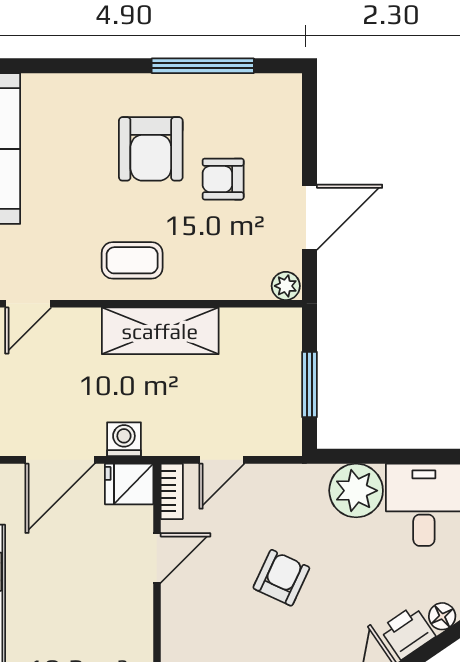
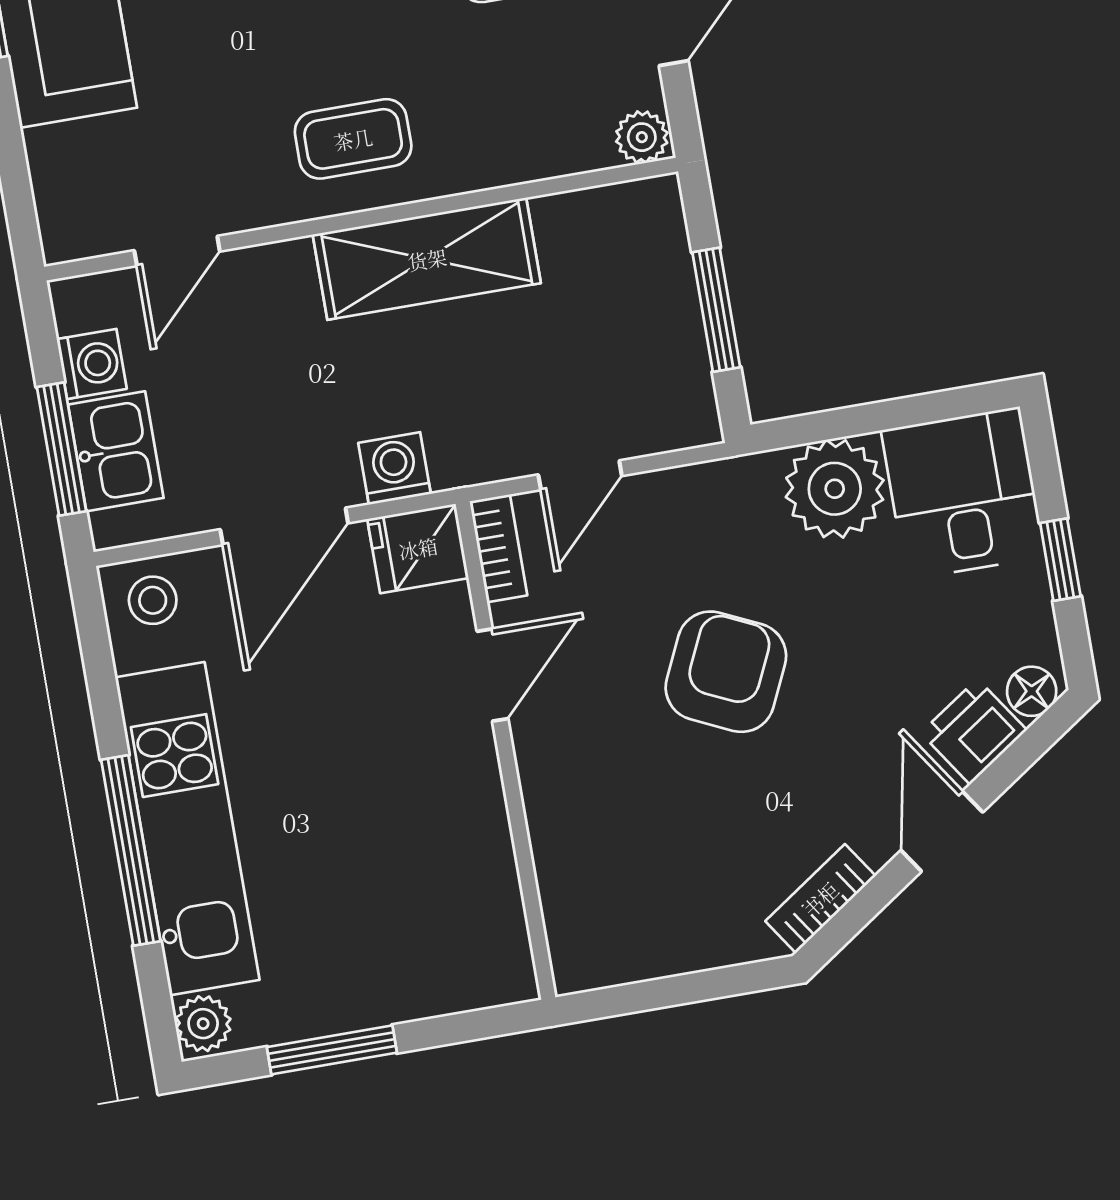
armchair: (281, 578) -> (726, 672), width x1.38, depth x1.38

